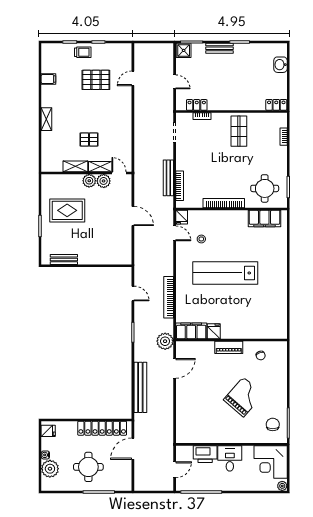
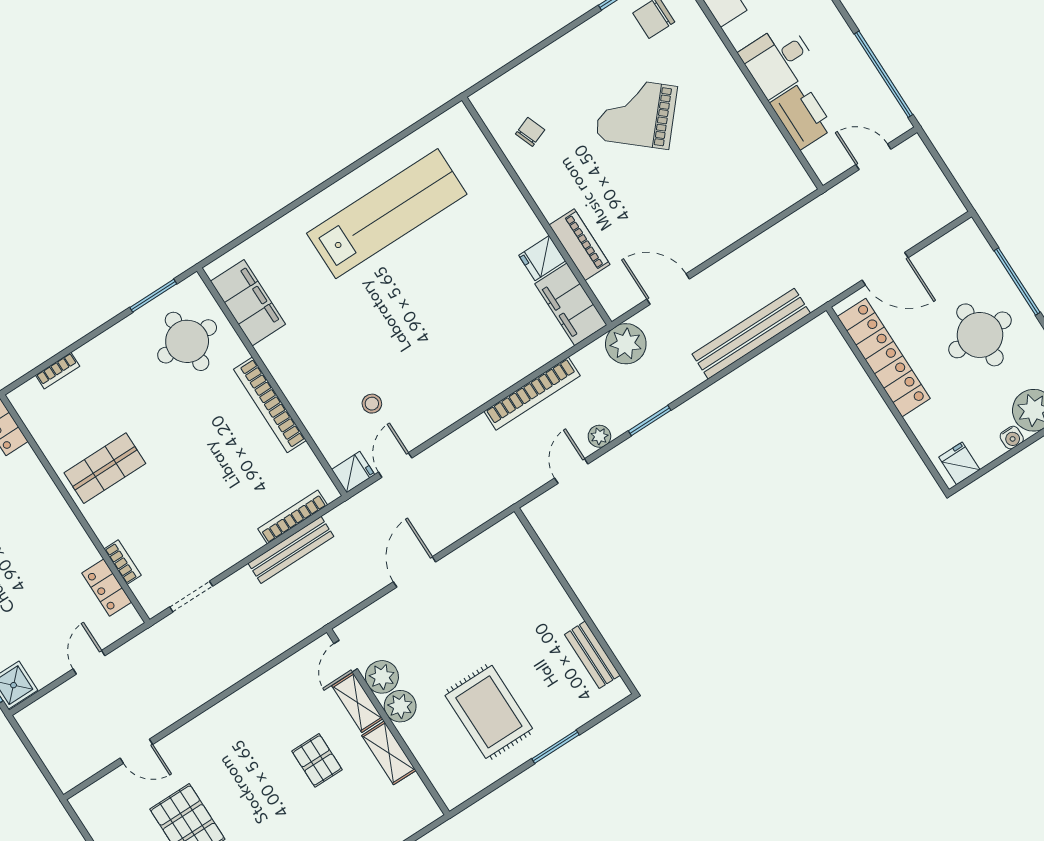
lab bench: (225, 273) -> (387, 214), moved, turned -90
plant: (139, 311) -> (599, 436), added
piano: (229, 347) -> (580, 245), moved

